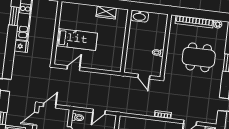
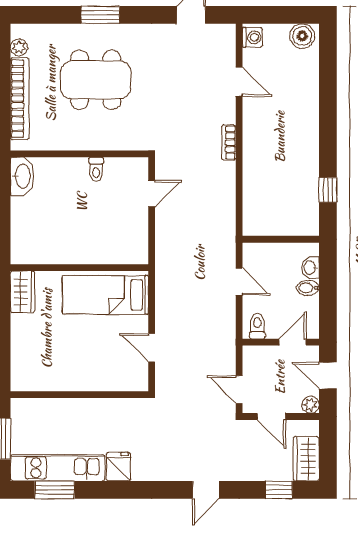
washbasin: (139, 16) -> (22, 176), moved
bed: (77, 39) -> (105, 295), moved, turned -90
wall: (126, 41) -> (79, 268), moved
dining table: (199, 57) -> (96, 80), turned 90

